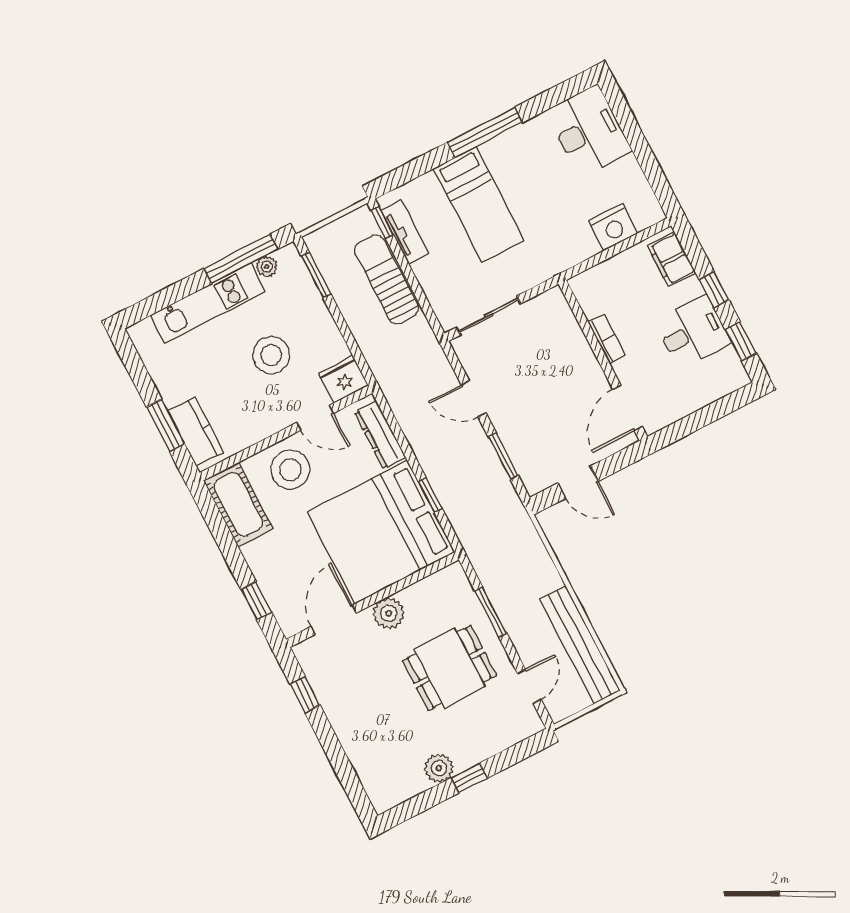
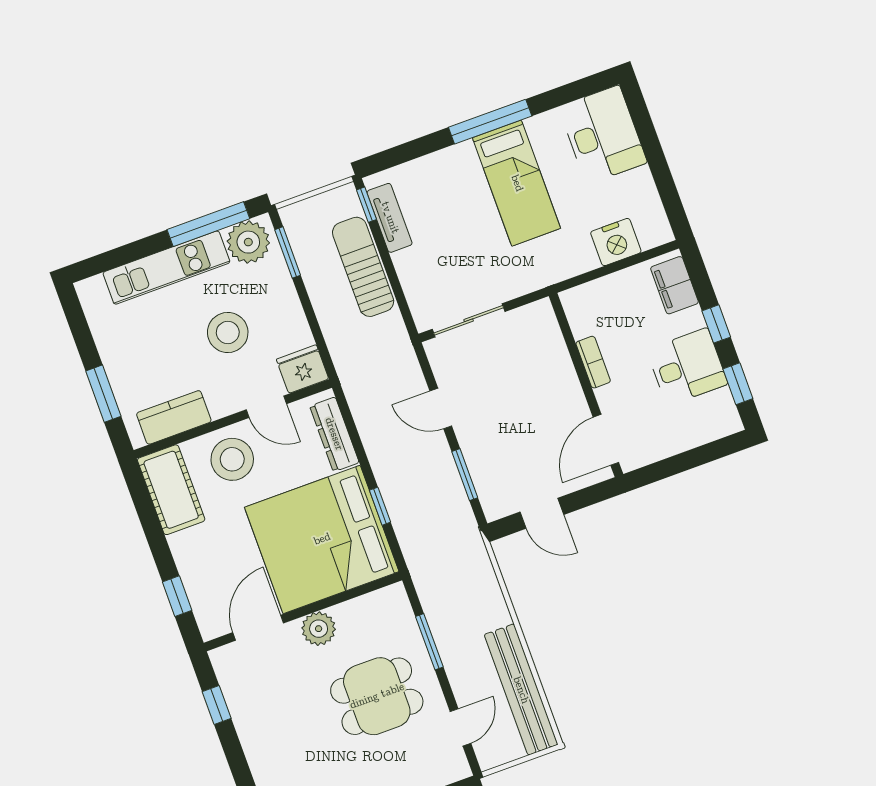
bed: (479, 204) -> (517, 183), moved
plant: (267, 266) -> (248, 242), width x1.87, depth x1.87
kitchen counter: (196, 432) -> (174, 417), moved, turned -90

